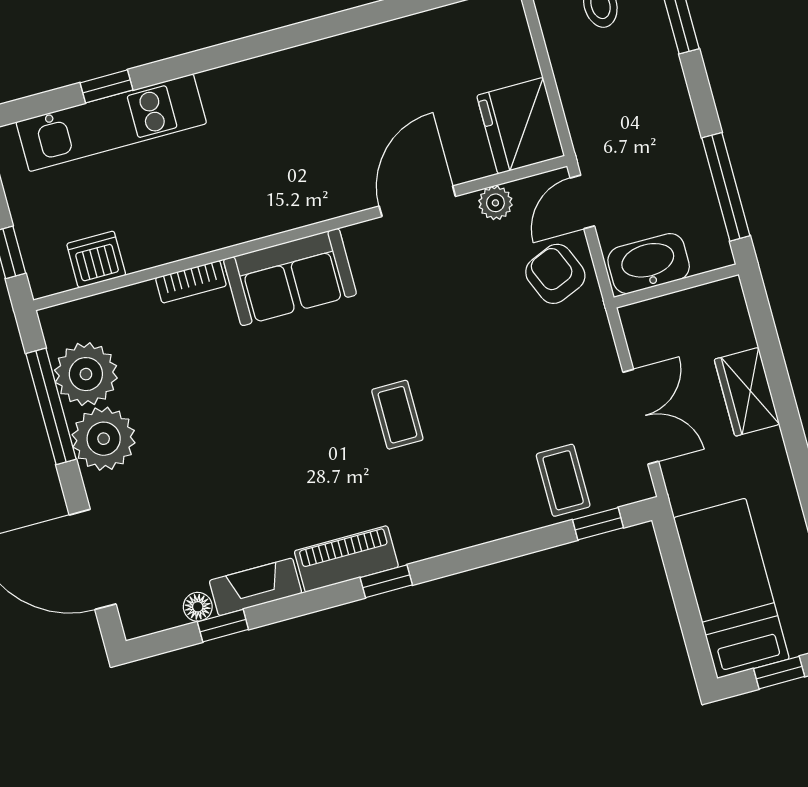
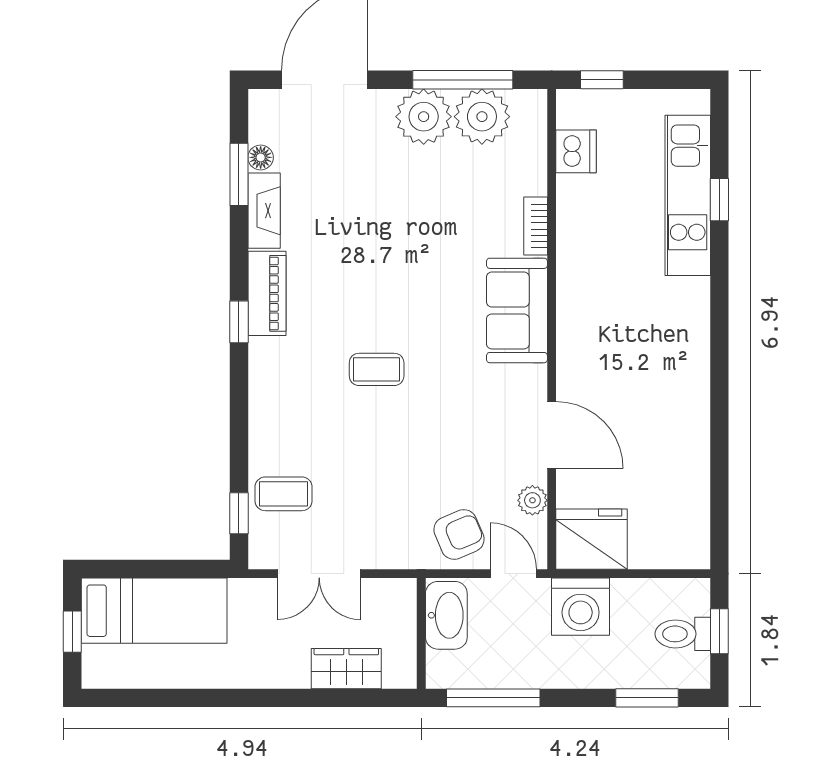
washing machine: (599, 118) -> (581, 607), added
wardrobe: (747, 392) -> (346, 669), moved
window: (223, 626) -> (239, 174), width x1.50

